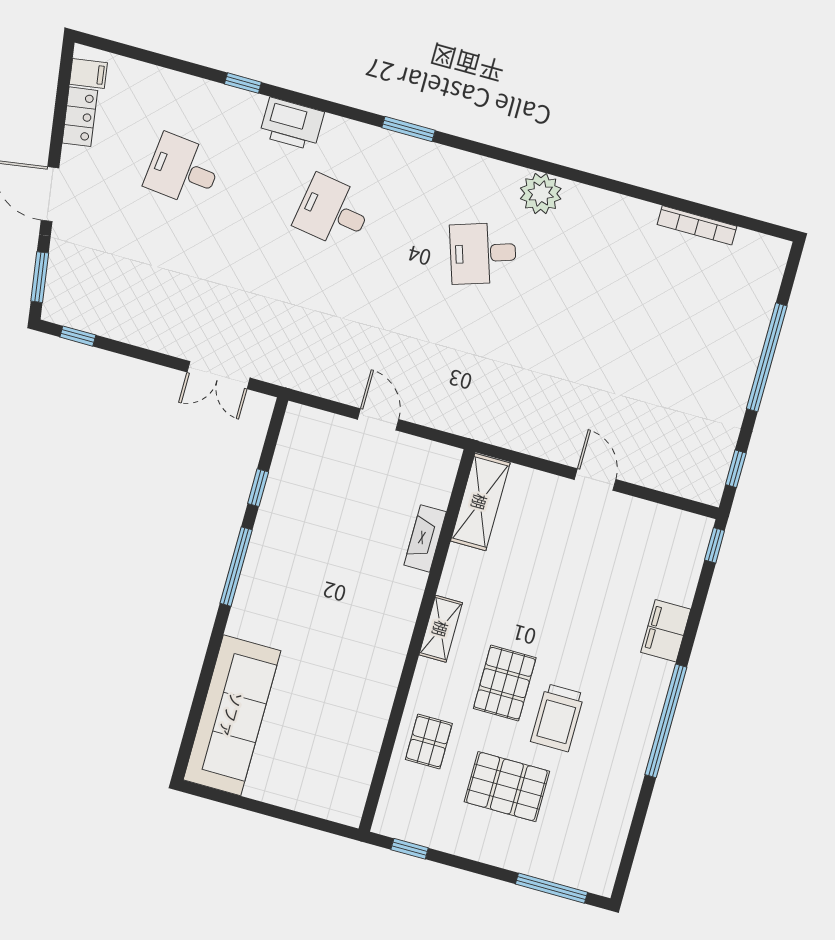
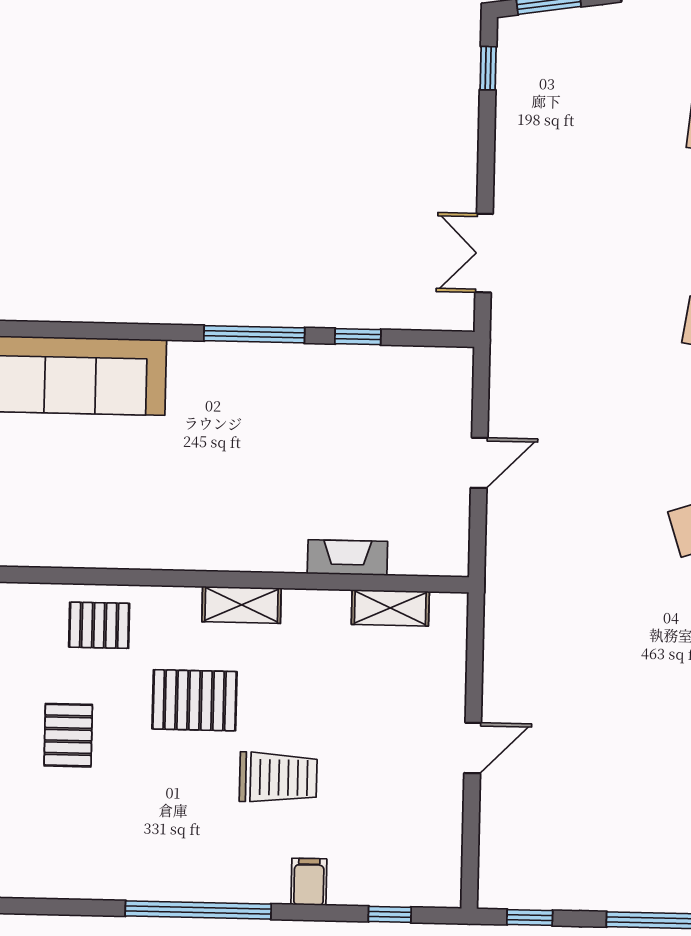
shelving: (480, 502) -> (390, 608), width x0.67, depth x0.75
window: (715, 545) -> (390, 914), moved
filing cabinet: (666, 631) -> (309, 882), width x0.50
trolley: (557, 718) -> (278, 777), moved, turned 180
pallet: (507, 787) -> (68, 735), width x0.67, depth x0.71

